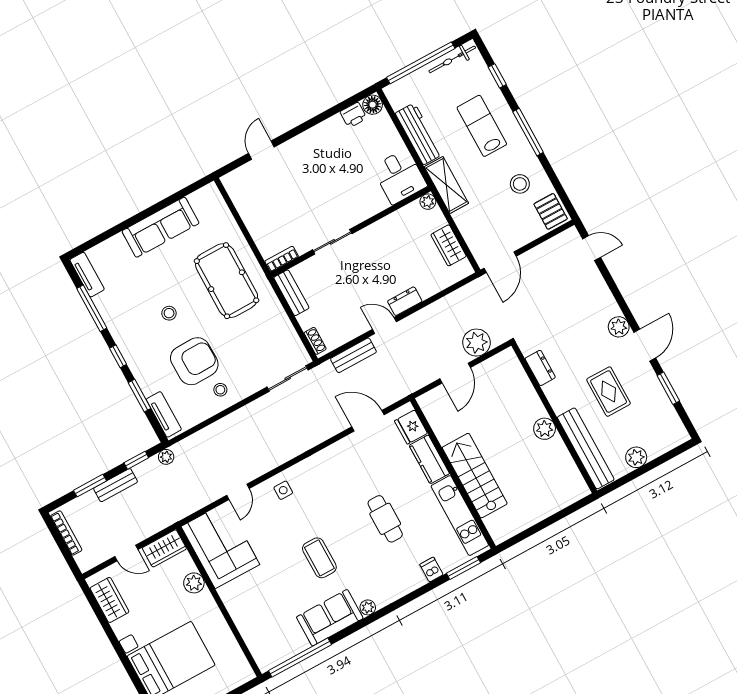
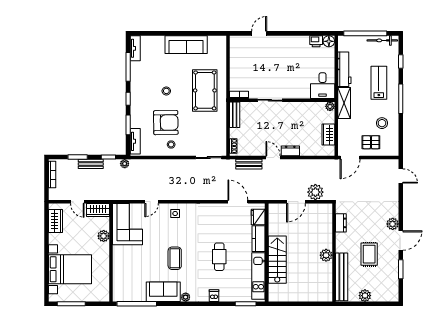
pallet: (551, 211) -> (371, 142), moved, turned 90
dishwasher: (431, 570) -> (214, 296), moved

